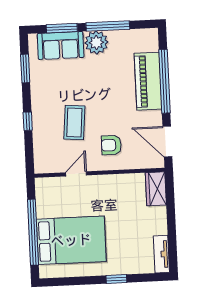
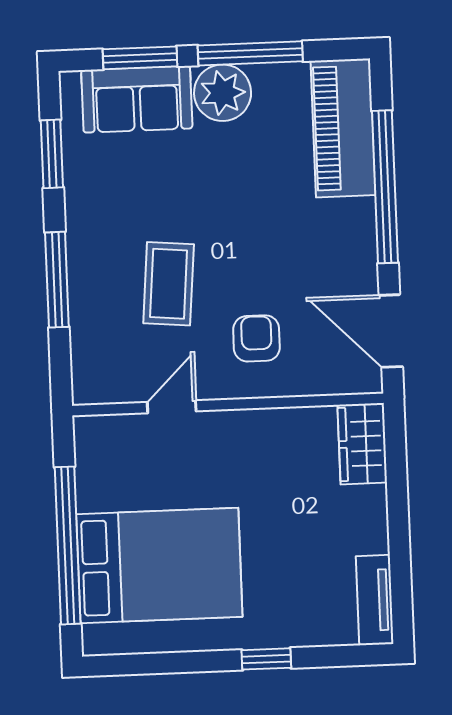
piano: (148, 81) -> (343, 128), moved
window: (28, 121) -> (57, 280), width x2.17
armchair: (111, 145) -> (256, 338), turned 90

